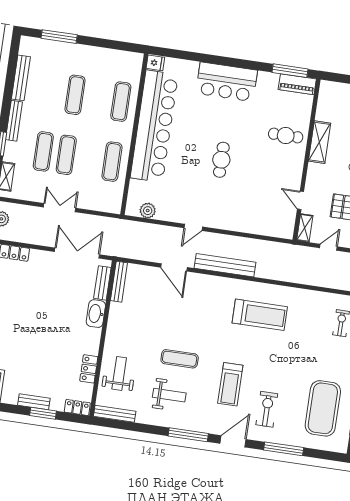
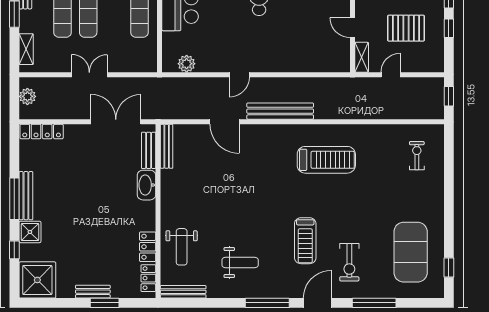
exercise mat: (180, 359) -> (245, 221), removed
weight bench: (119, 373) -> (182, 247), turned 180
locker: (77, 407) -> (148, 278), moved, turned -90
exercise bike: (267, 409) -> (349, 262), turned 180

